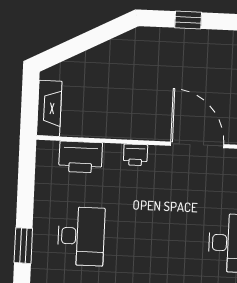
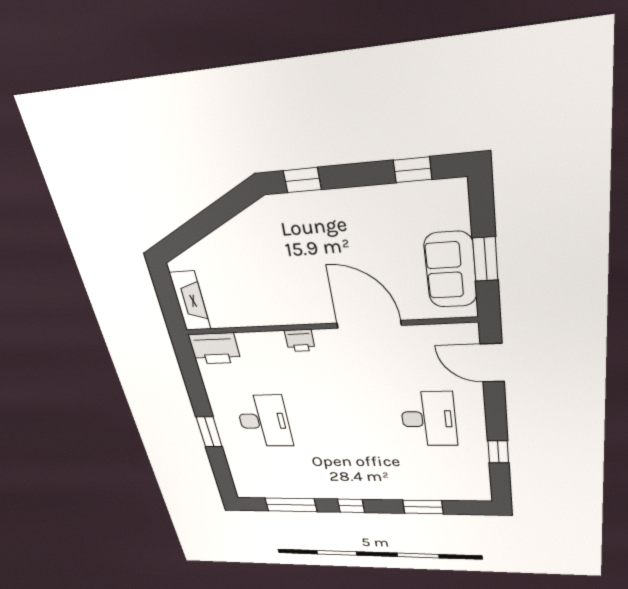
window: (188, 20) -> (302, 180), moved
printer: (81, 157) -> (215, 348), moved

